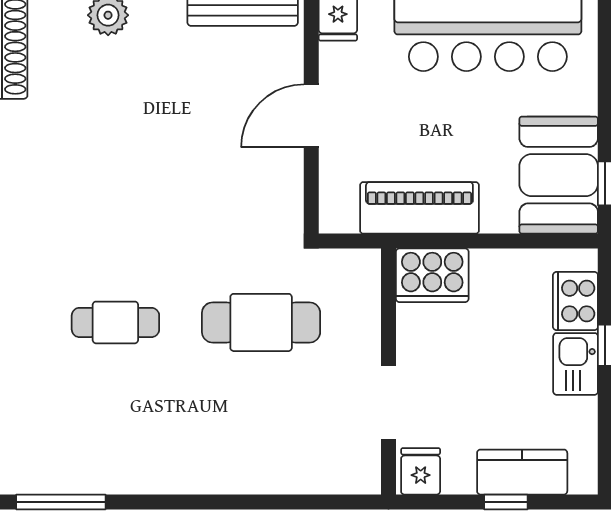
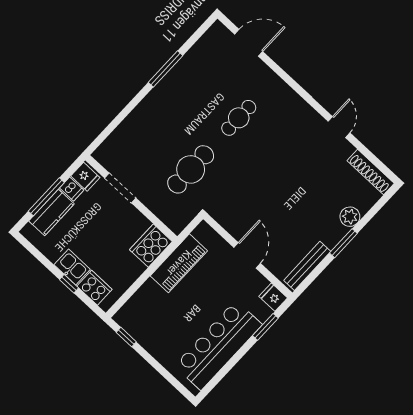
booth: (559, 175) -> (145, 323), removed
dishwasher: (459, 475) -> (72, 189), added
window: (61, 502) -> (166, 69), moved
window: (506, 502) -> (46, 197), width x2.17

